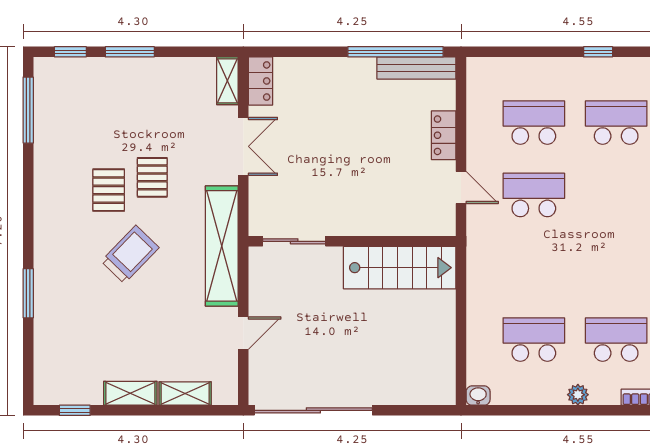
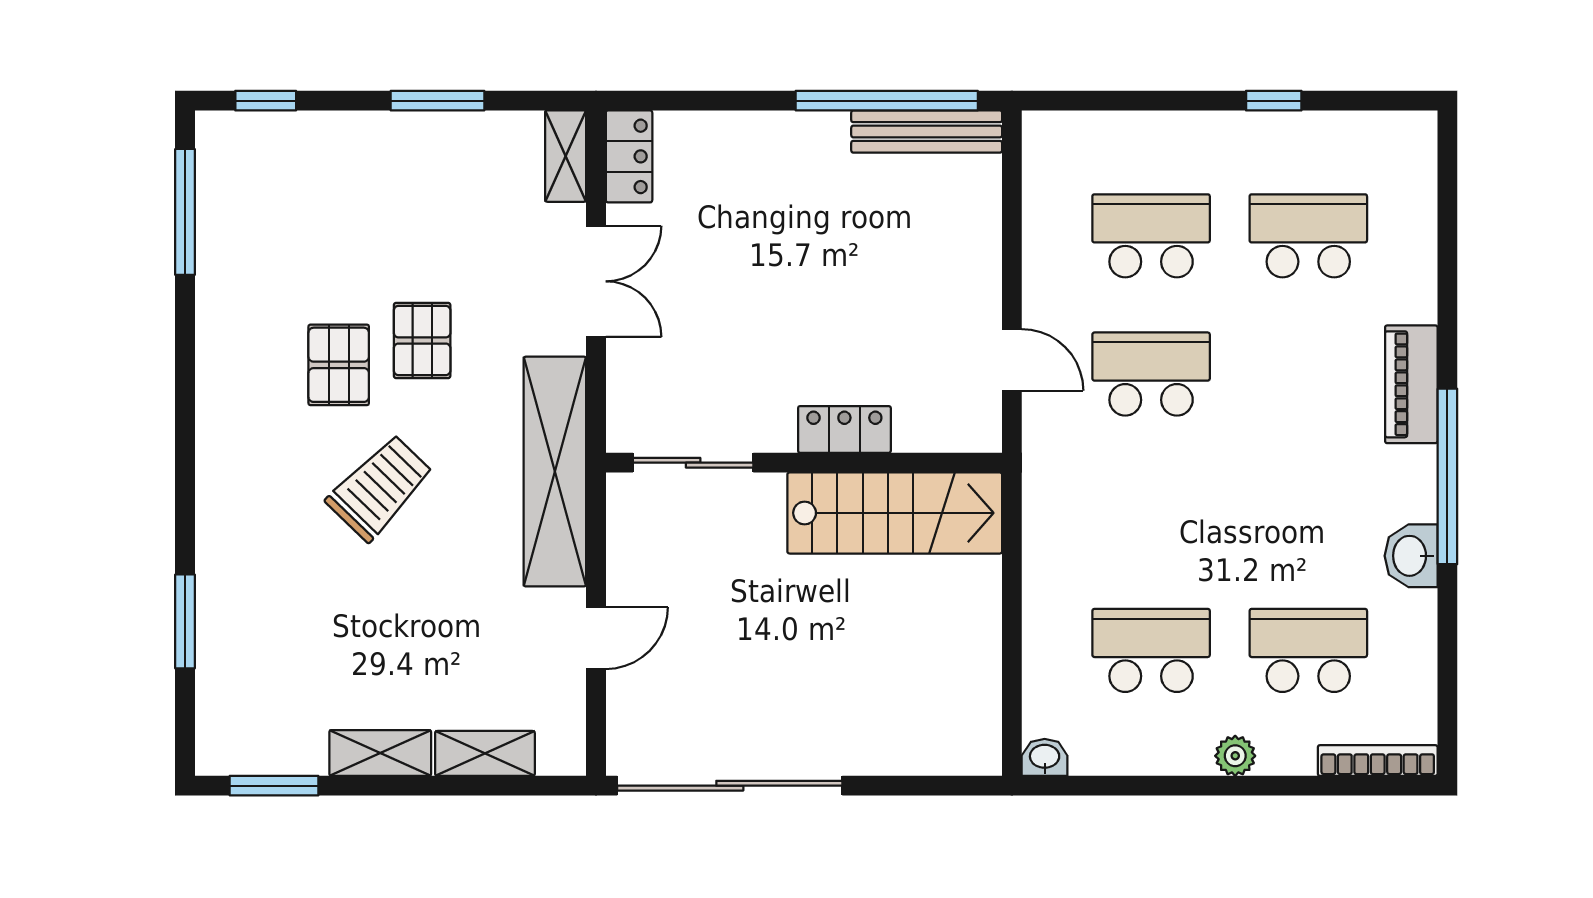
window: (130, 52) -> (437, 101), moved
locker: (444, 135) -> (844, 429), moved, turned 90
window: (28, 293) -> (185, 621), moved
window: (75, 410) -> (274, 786), width x1.50

